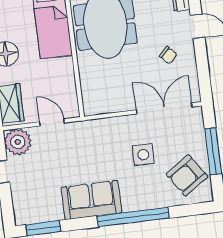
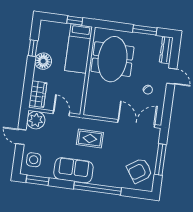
rug: (103, 148) -> (90, 138), added
side table: (143, 155) -> (34, 160), moved

